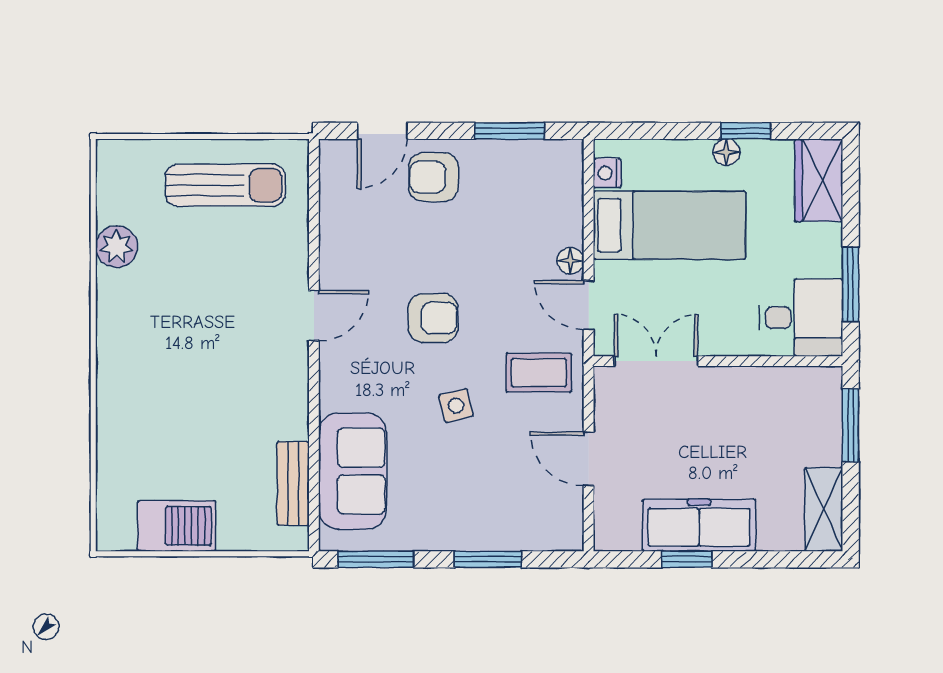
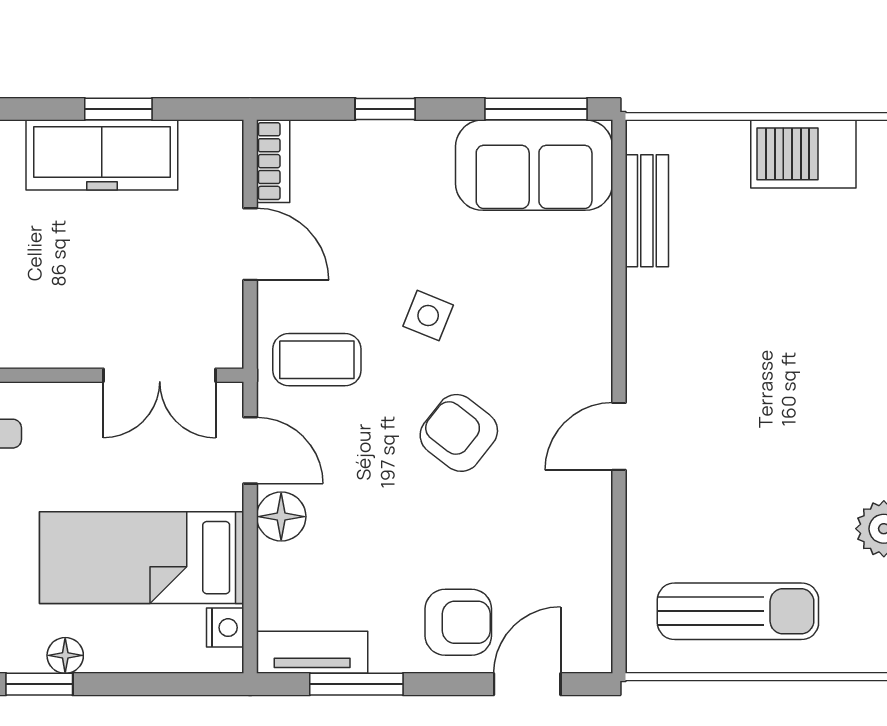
tv unit: (542, 155) -> (312, 652), added
sun lounger: (225, 185) -> (738, 611), turned 180
floor lamp: (570, 261) -> (281, 517), width x1.37, depth x1.37
armchair: (433, 318) -> (459, 433), turned 38
side table: (456, 406) -> (428, 316), turned 36
sofa: (352, 471) -> (534, 165), moved, turned -90
bookcase: (571, 521) -> (273, 161), added
window: (488, 559) -> (385, 109), width x0.67

